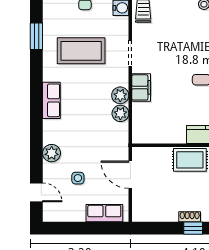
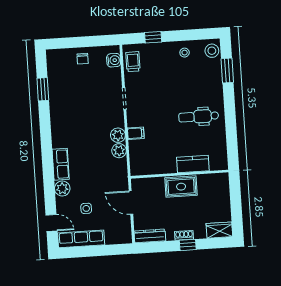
coffee table: (81, 51) -> (82, 99), removed
filing cabinet: (141, 87) -> (136, 133), width x0.50
row of seats: (51, 100) -> (61, 164), moved
row of seats: (104, 213) -> (81, 239), moved, width x1.48
dresser: (150, 215) -> (150, 236), added

